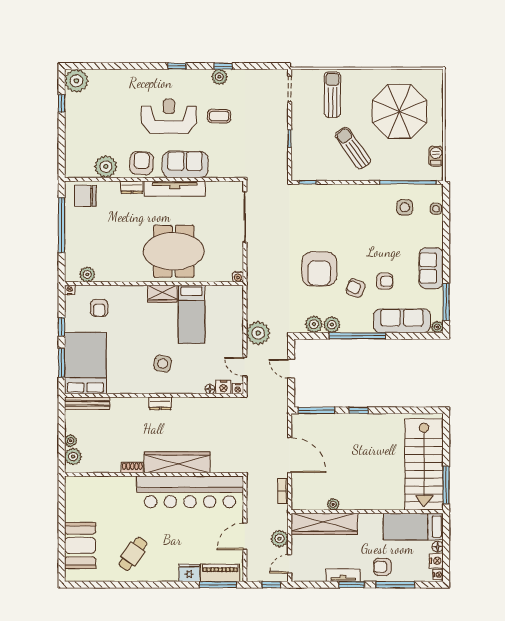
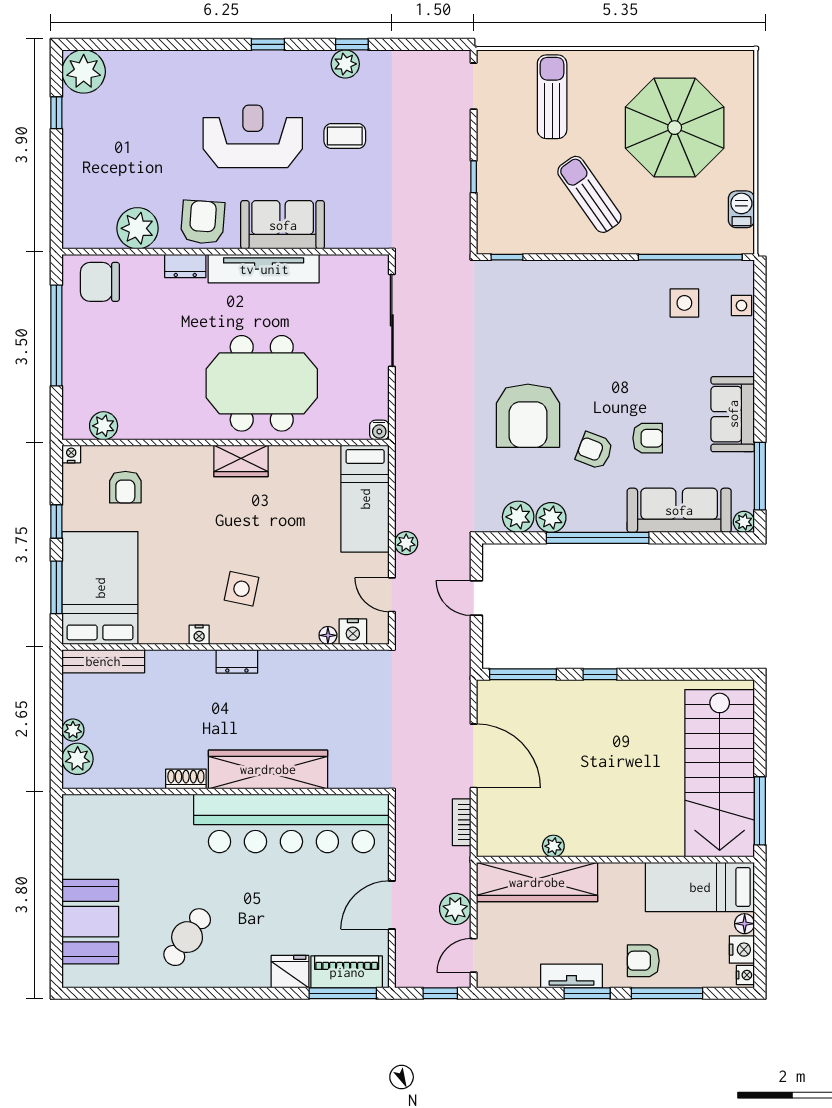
bed: (192, 314) -> (365, 499), moved
plant: (258, 333) -> (406, 543), width x0.53, depth x0.53
nightstand: (238, 389) -> (199, 635), moved

